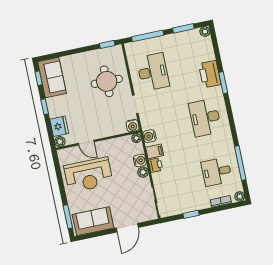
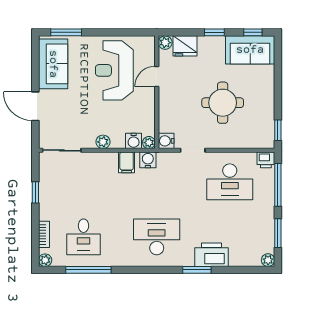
round table: (107, 81) -> (223, 103), moved
water cooler: (140, 160) -> (134, 141), moved
printer: (156, 165) -> (266, 160), moved
desk: (217, 172) -> (83, 237), turned 180

